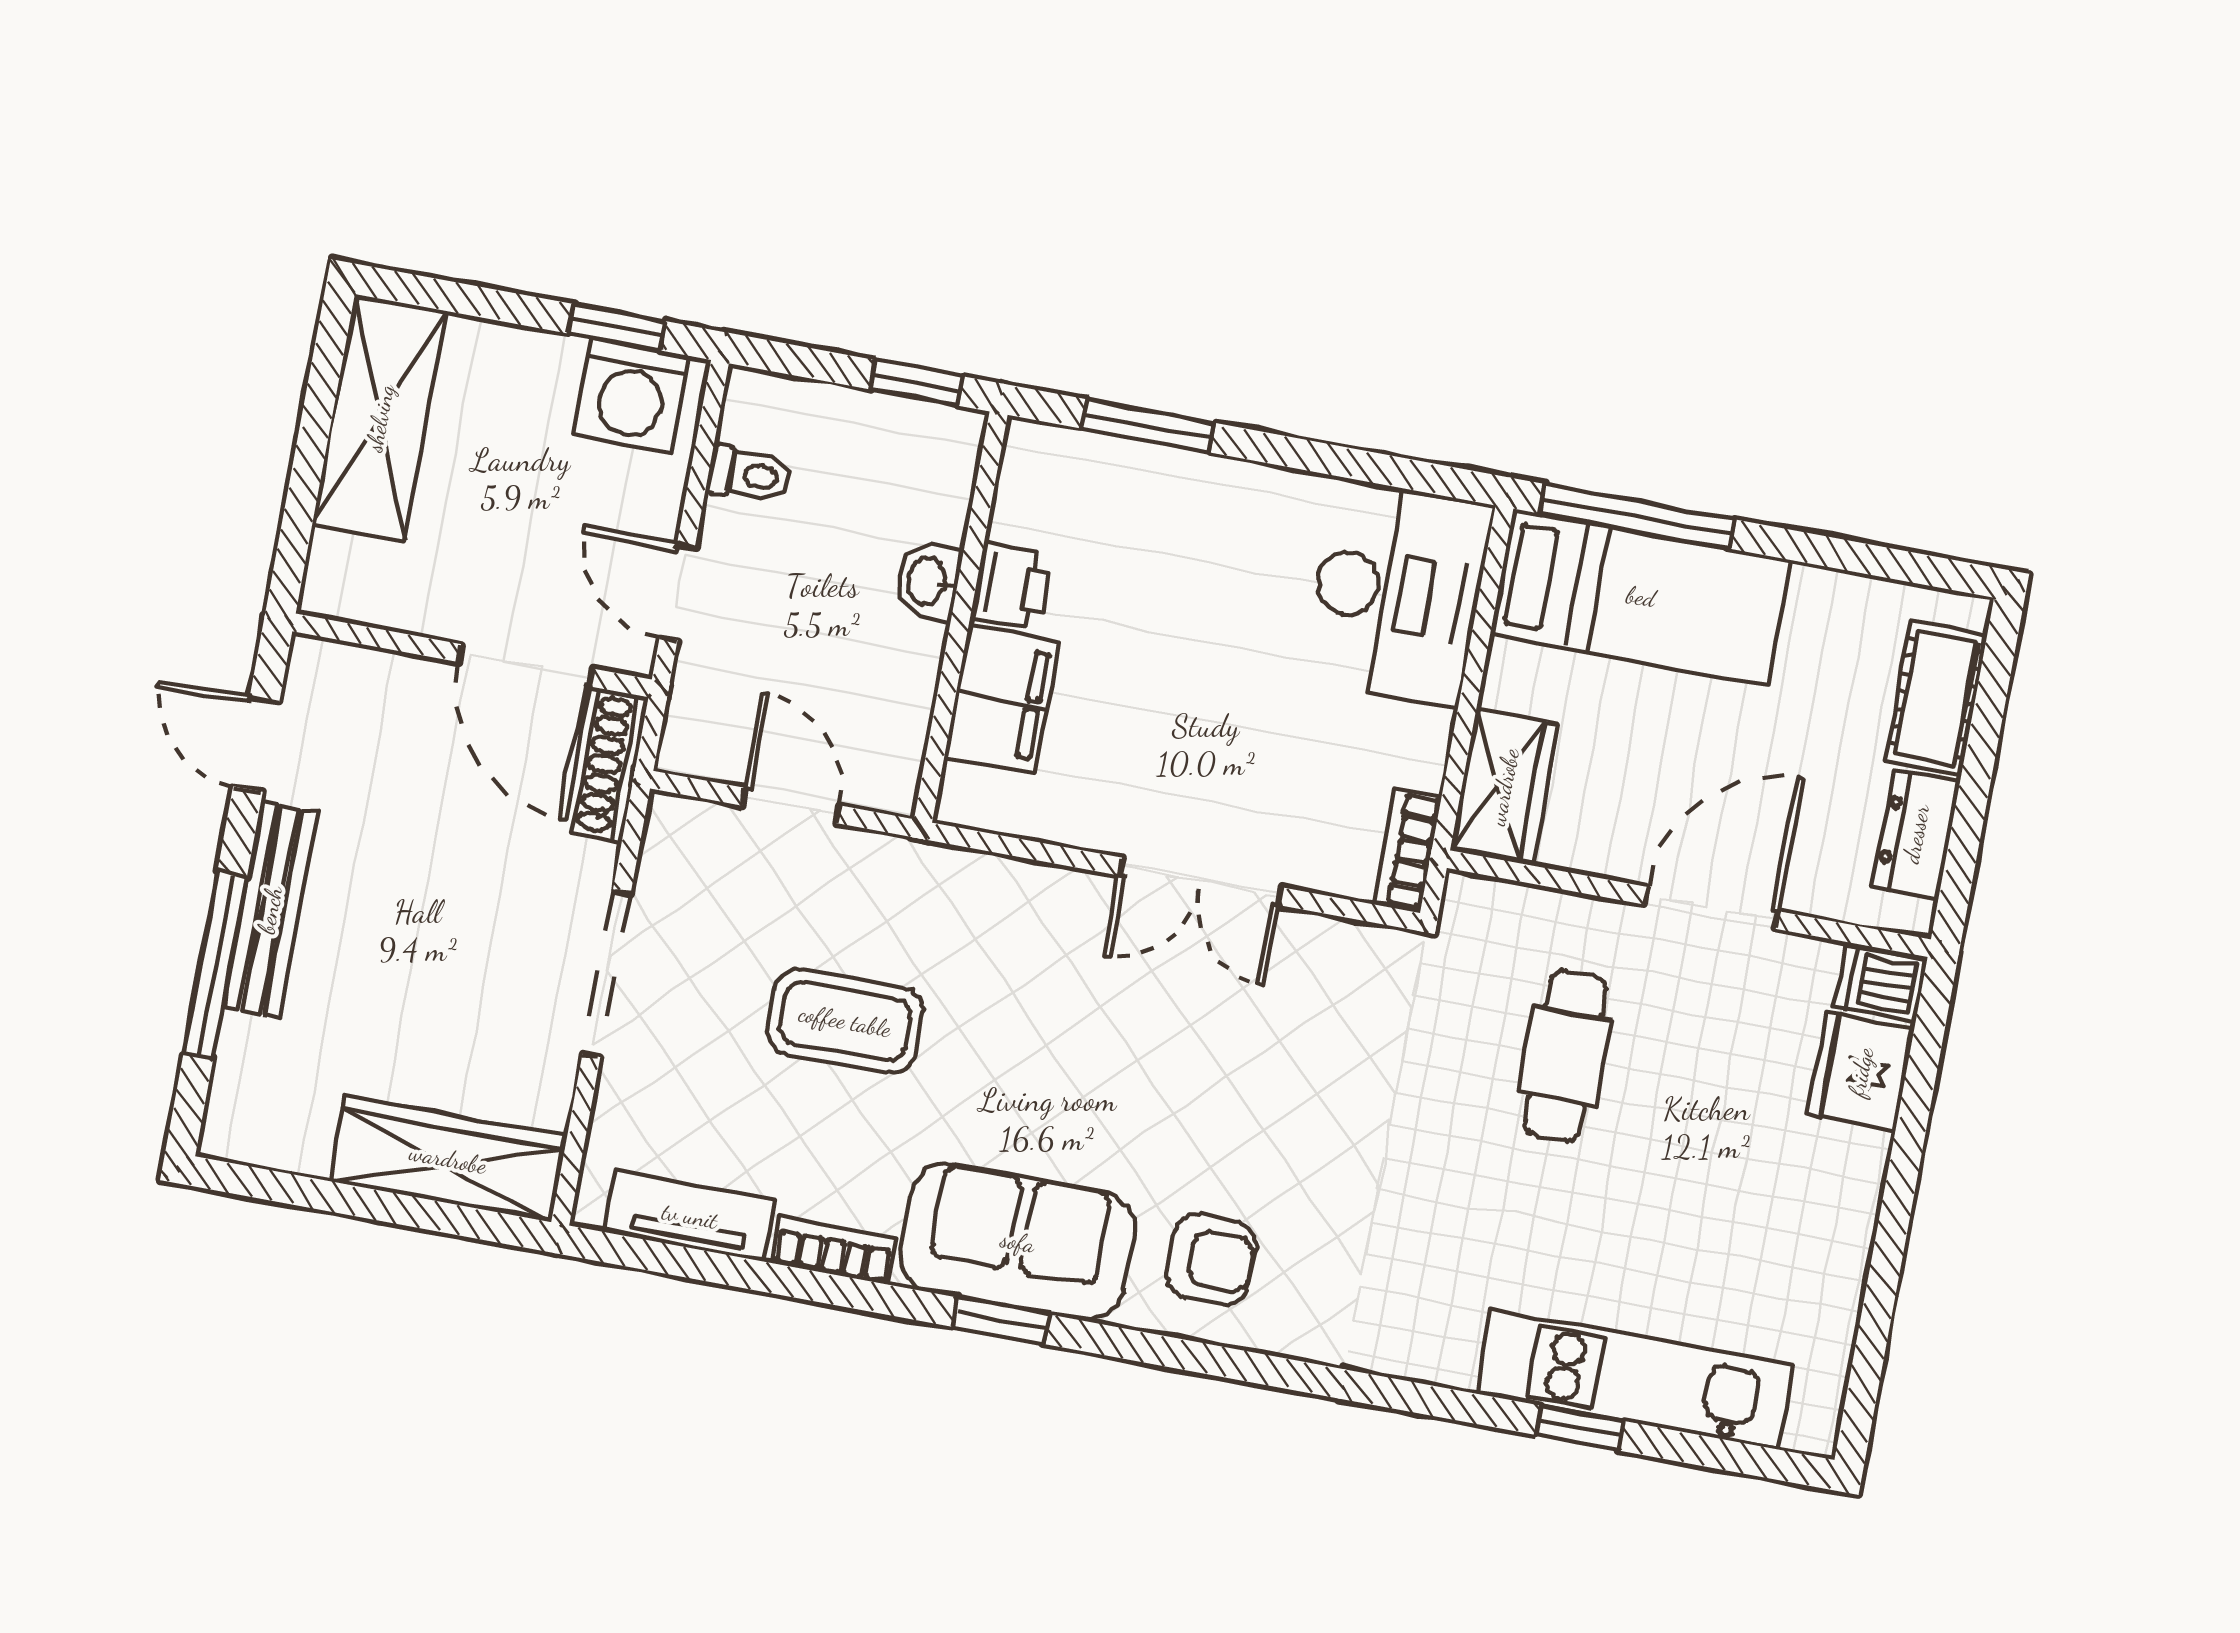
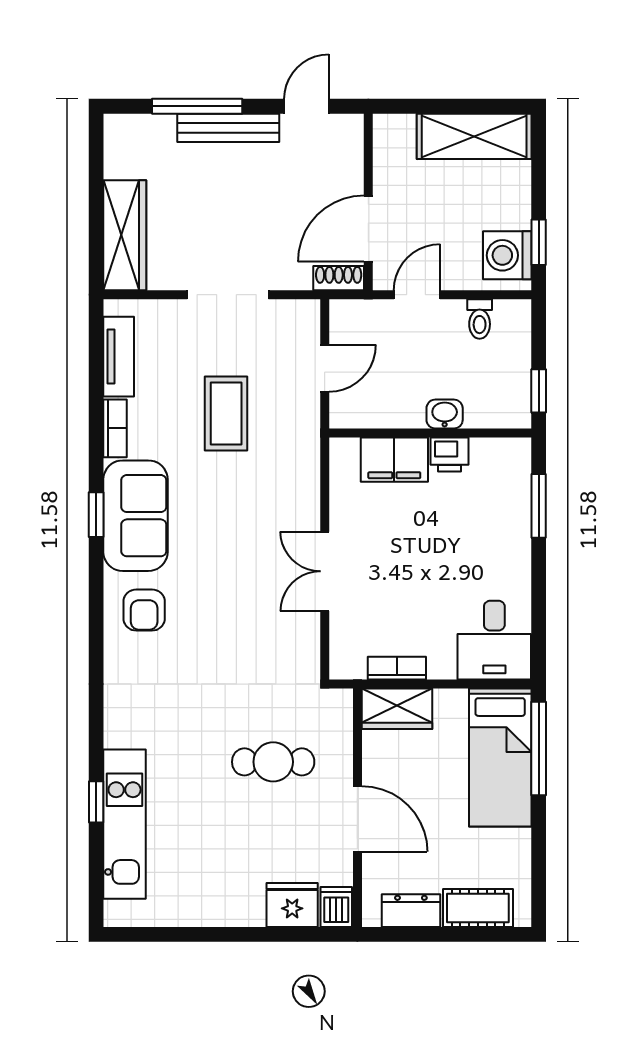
desk: (1397, 593) -> (494, 640), width x0.73
shoe rack: (610, 765) -> (339, 278), width x0.70
bookcase: (1408, 850) -> (397, 668), moved

